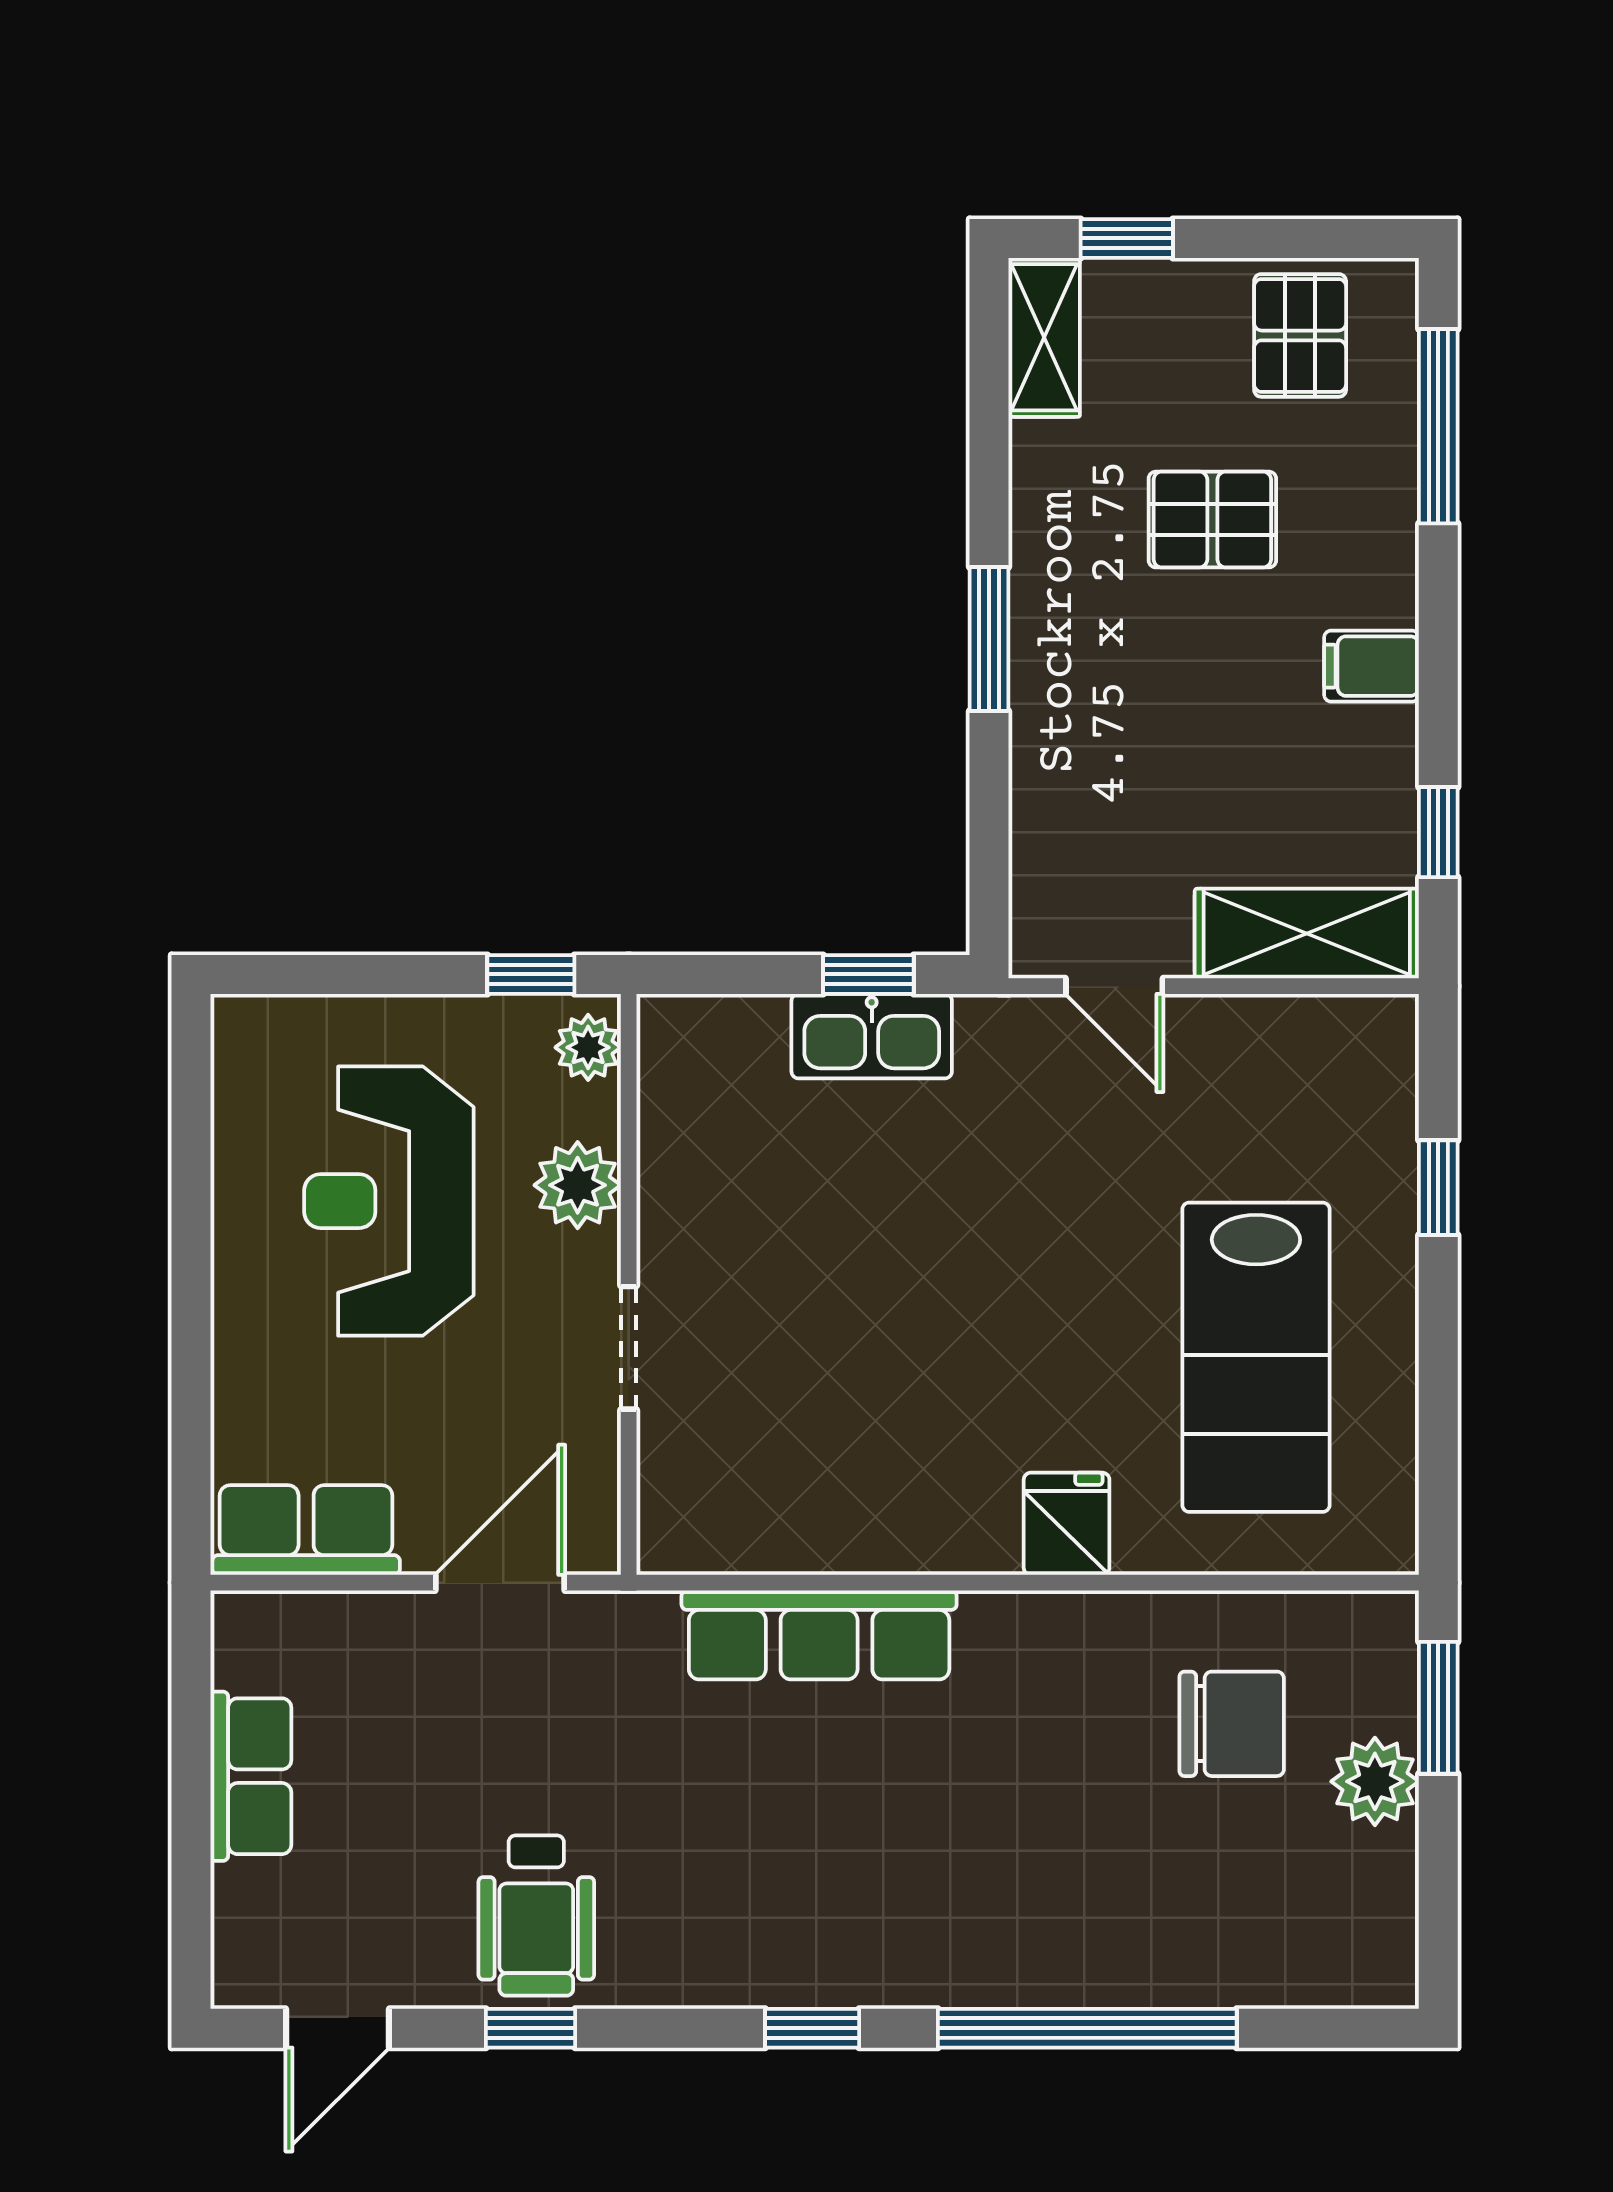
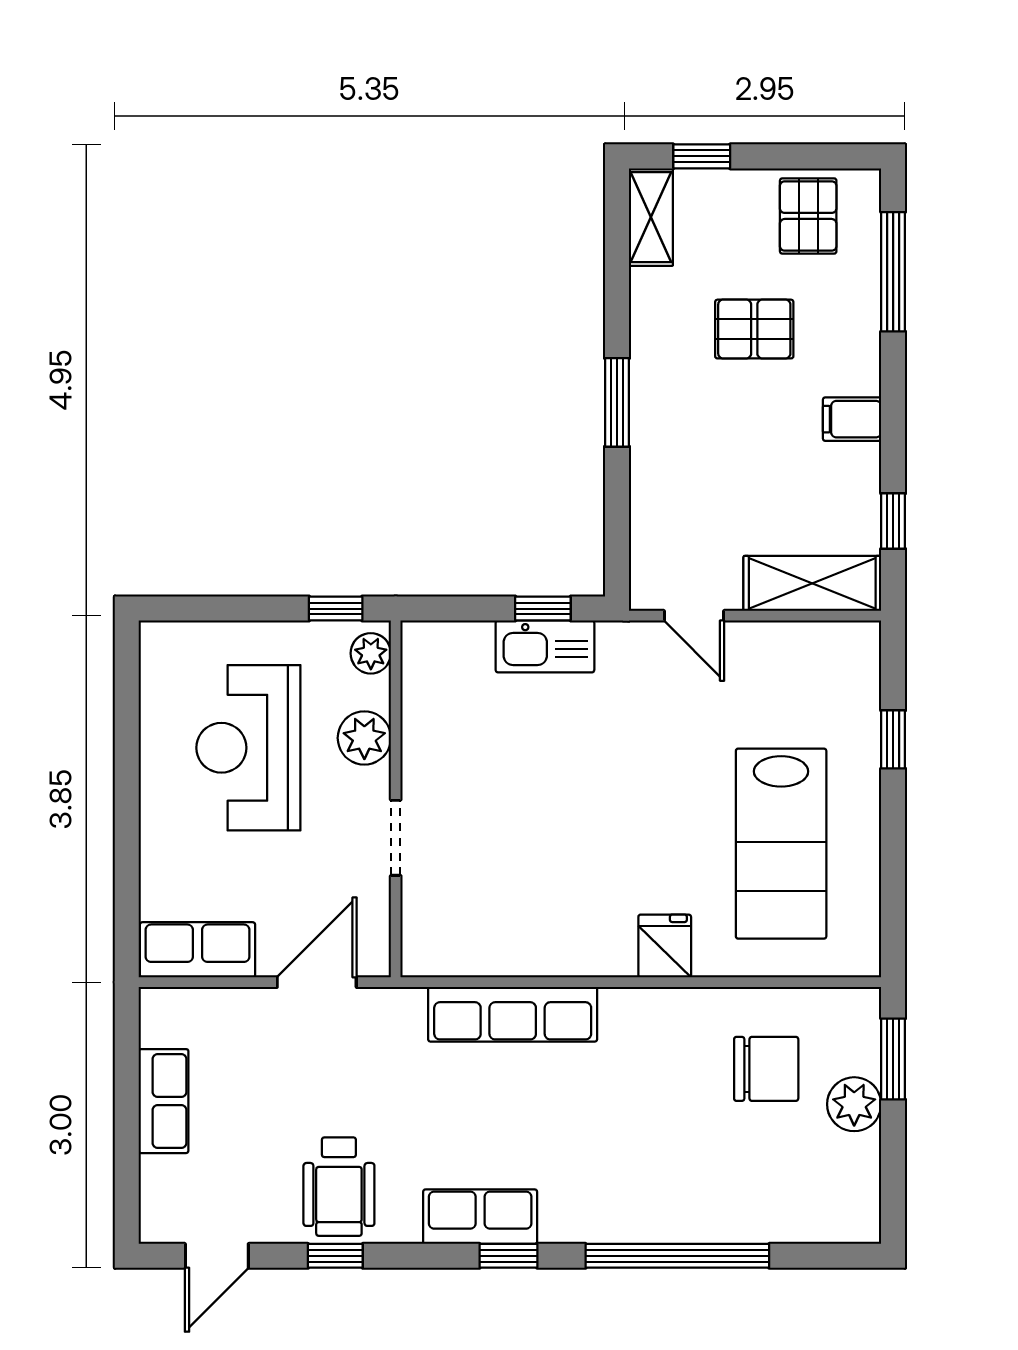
row of seats: (766, 1964) -> (480, 1217), added

